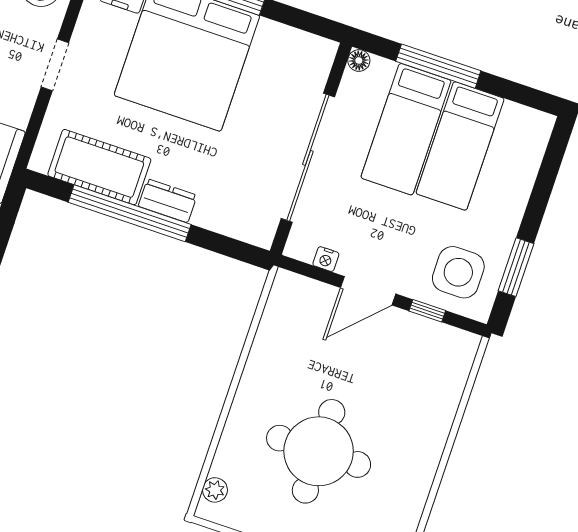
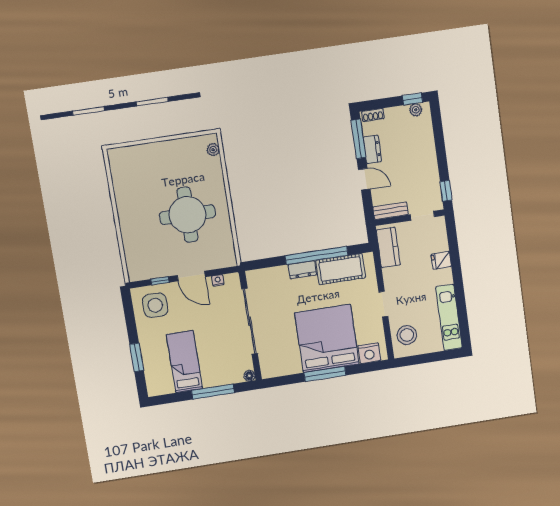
bed: (406, 129) -> (213, 357), removed
window: (516, 267) -> (137, 357), moved
door: (368, 291) -> (191, 276), swing flipped
round table: (319, 451) -> (187, 215), moved

